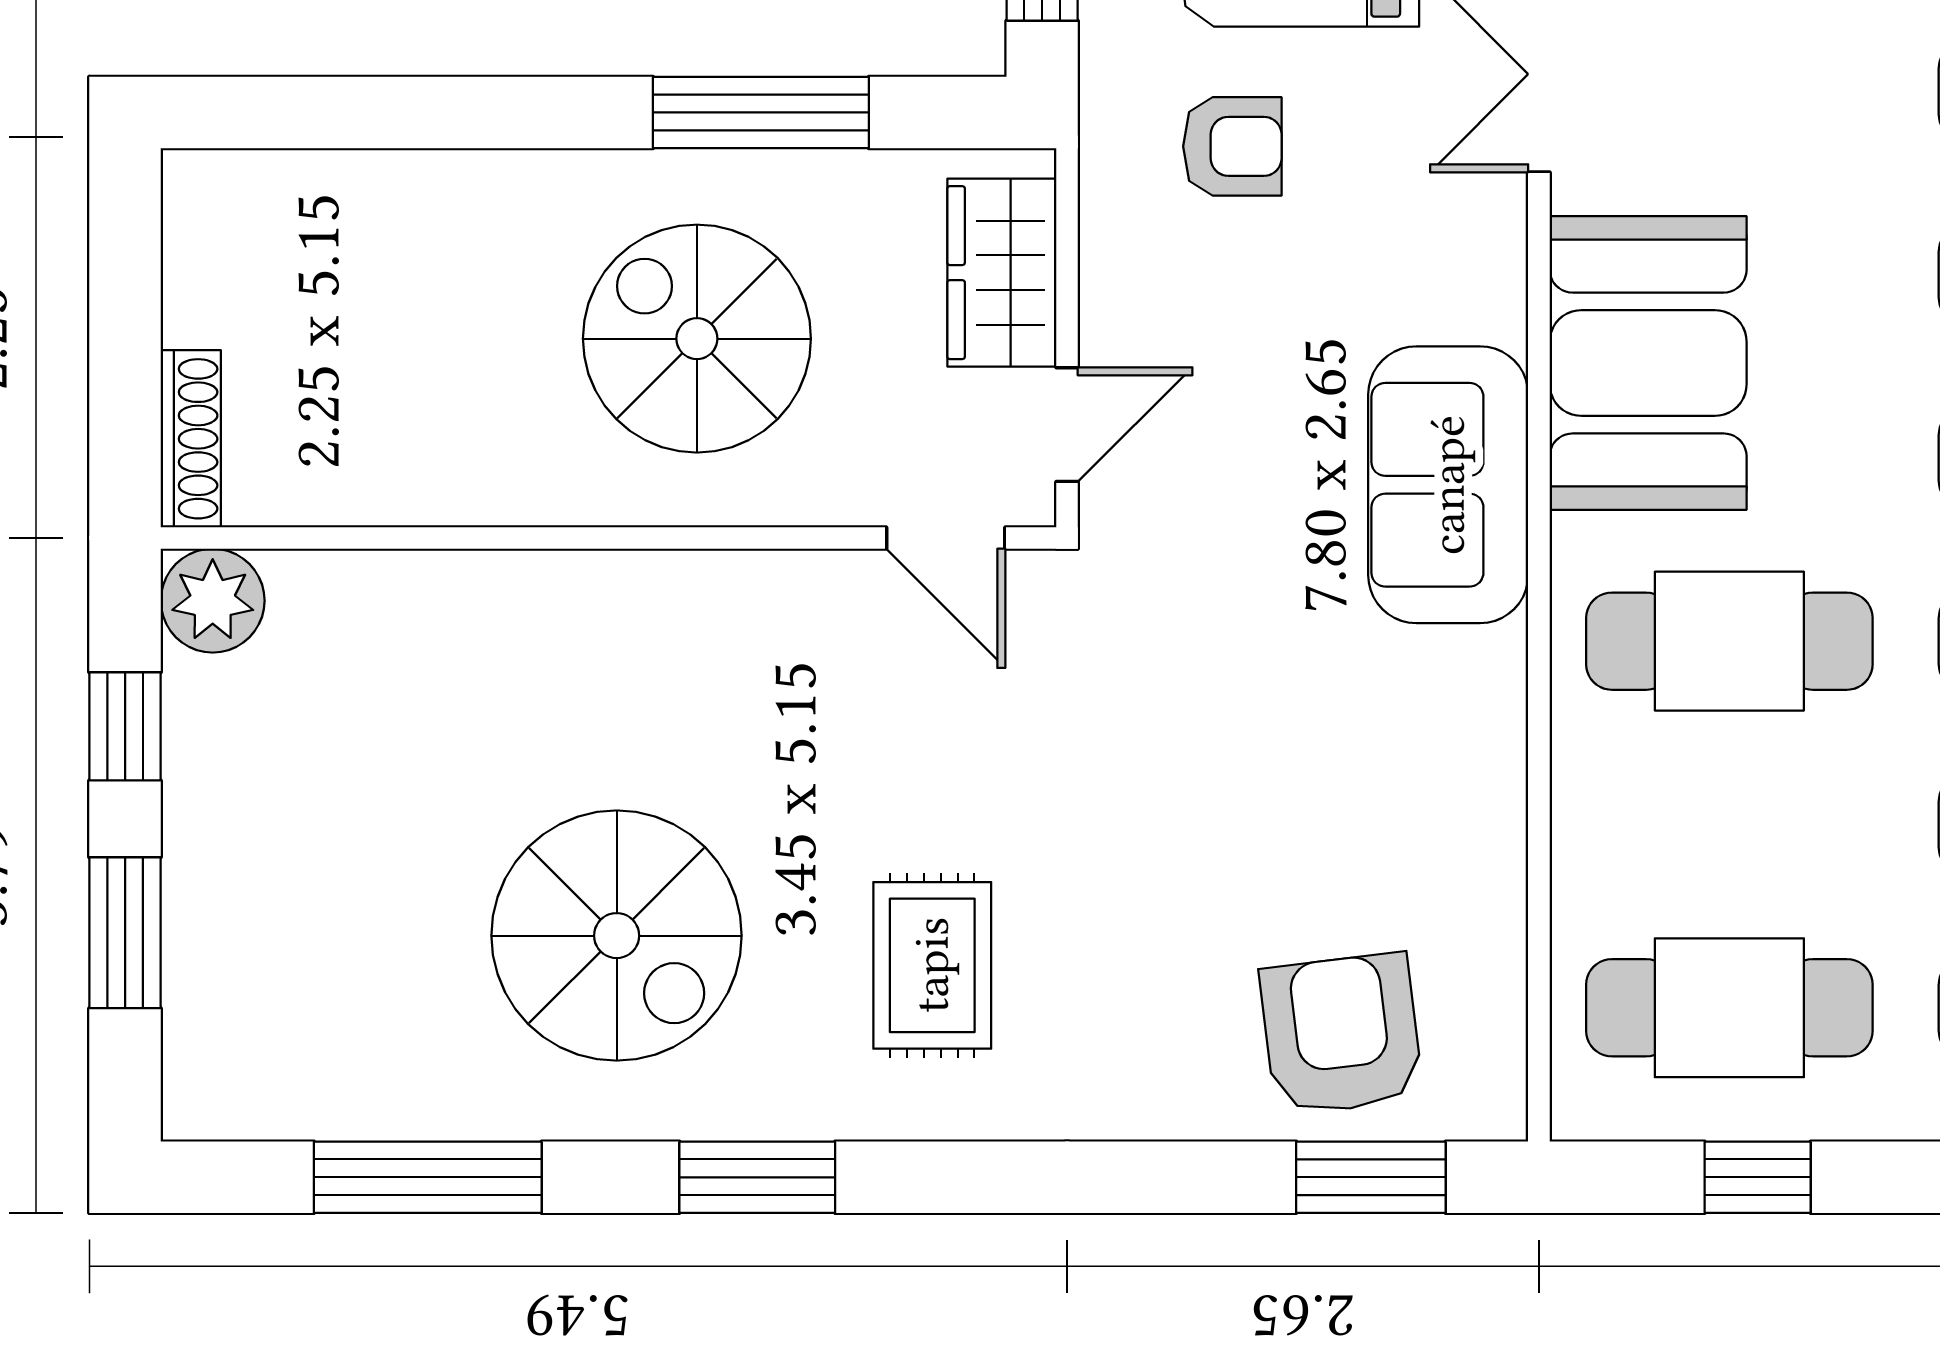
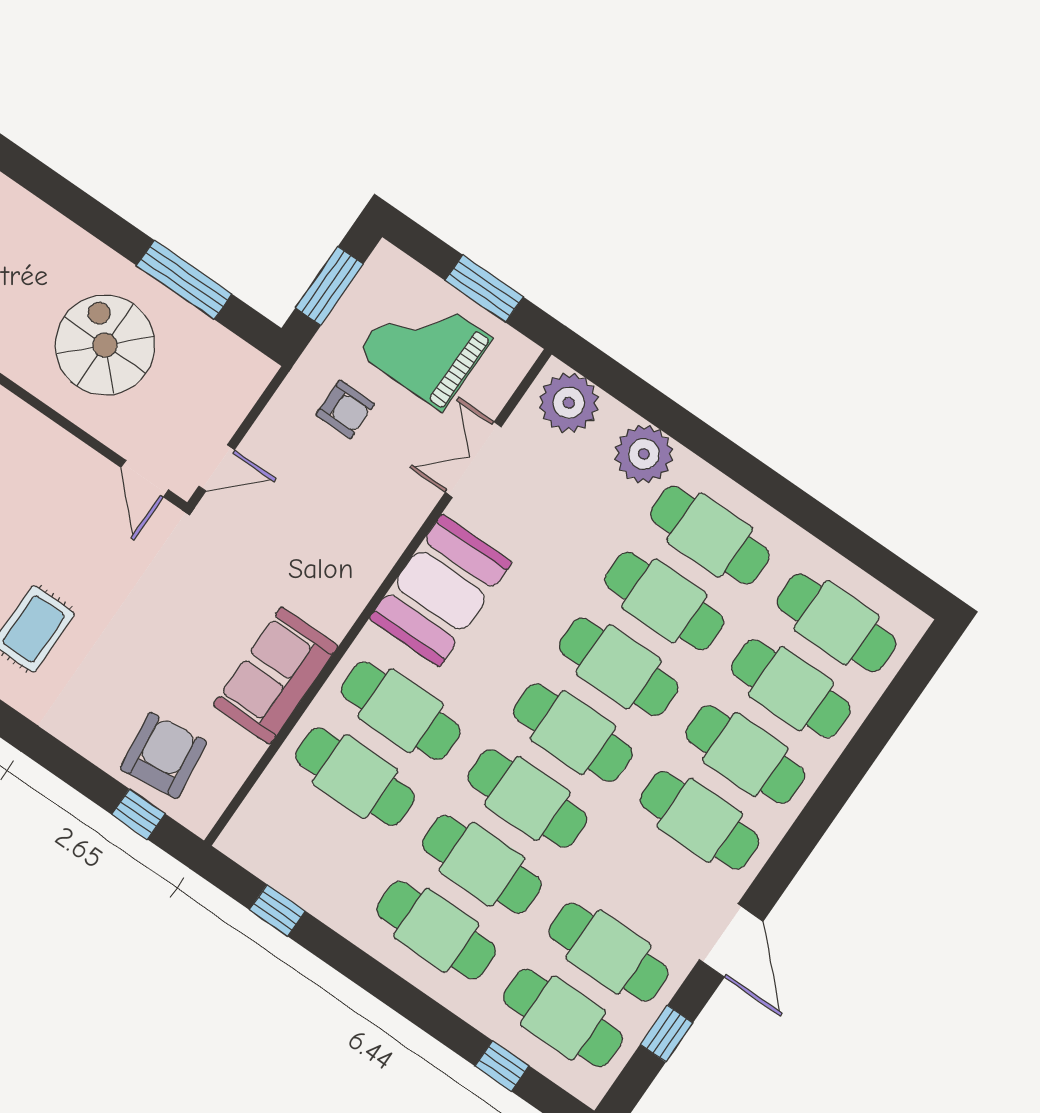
wardrobe: (1002, 273) -> (231, 397), removed
sofa: (1448, 485) -> (276, 676), moved
cafe table: (1729, 1008) -> (355, 777), moved
window: (1371, 1177) -> (138, 814), width x0.67

